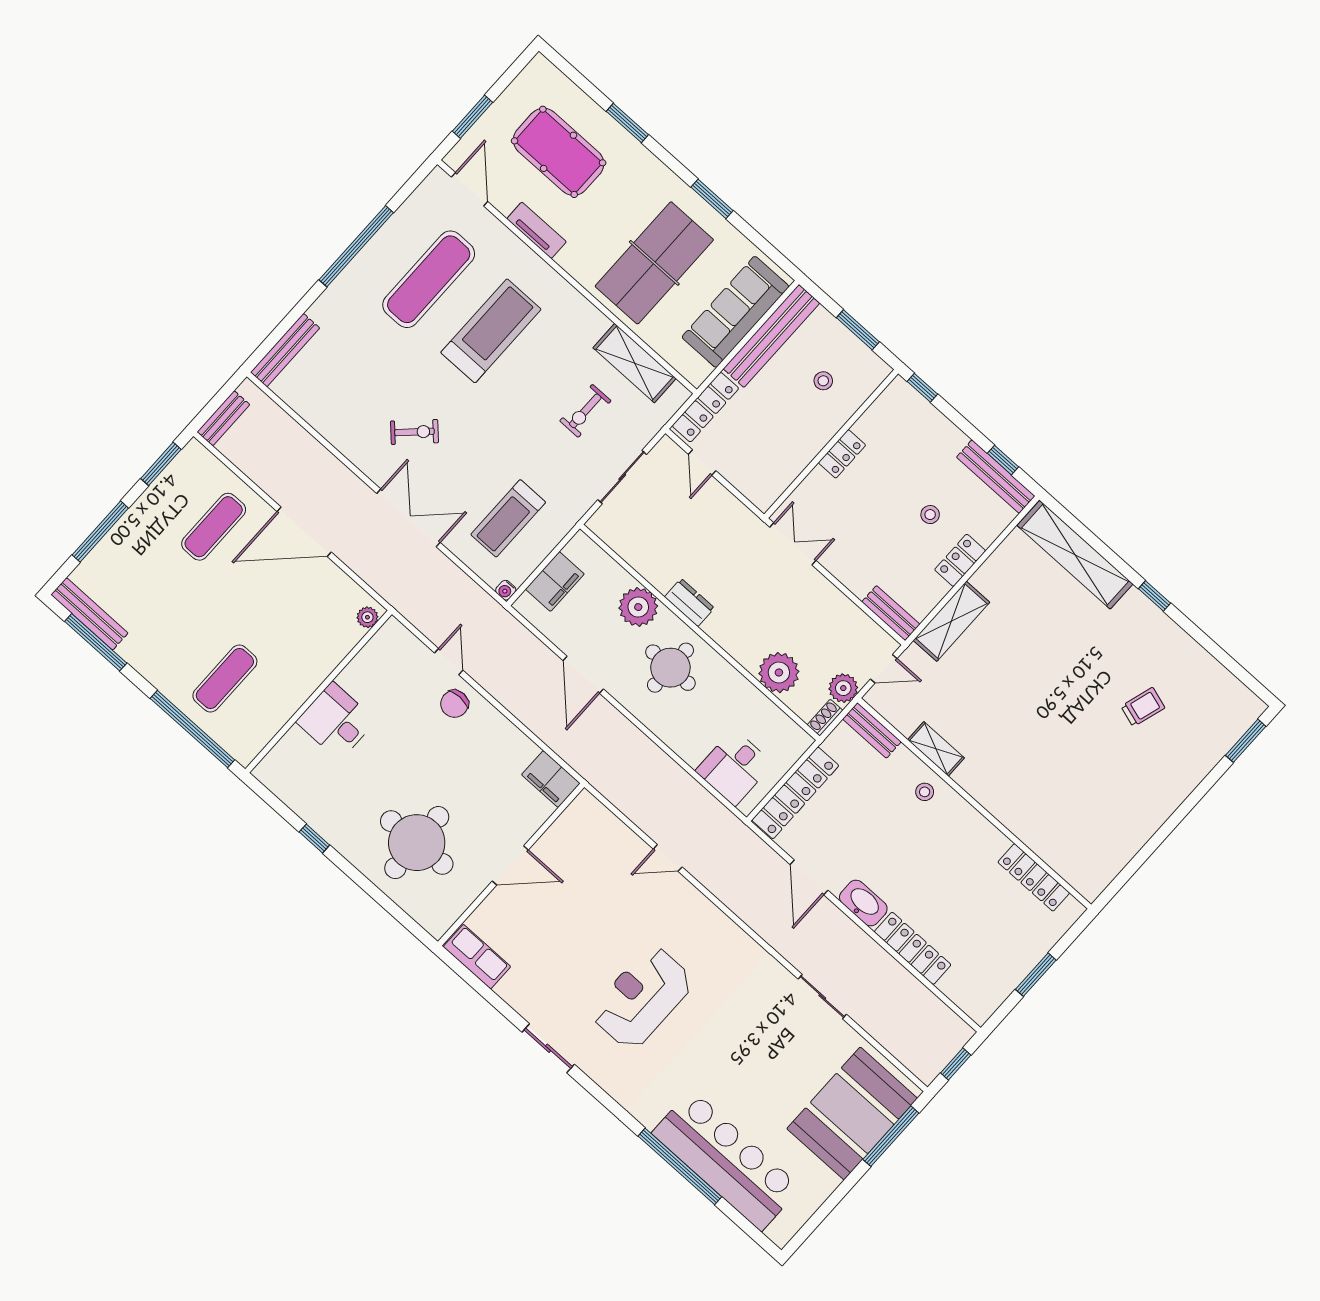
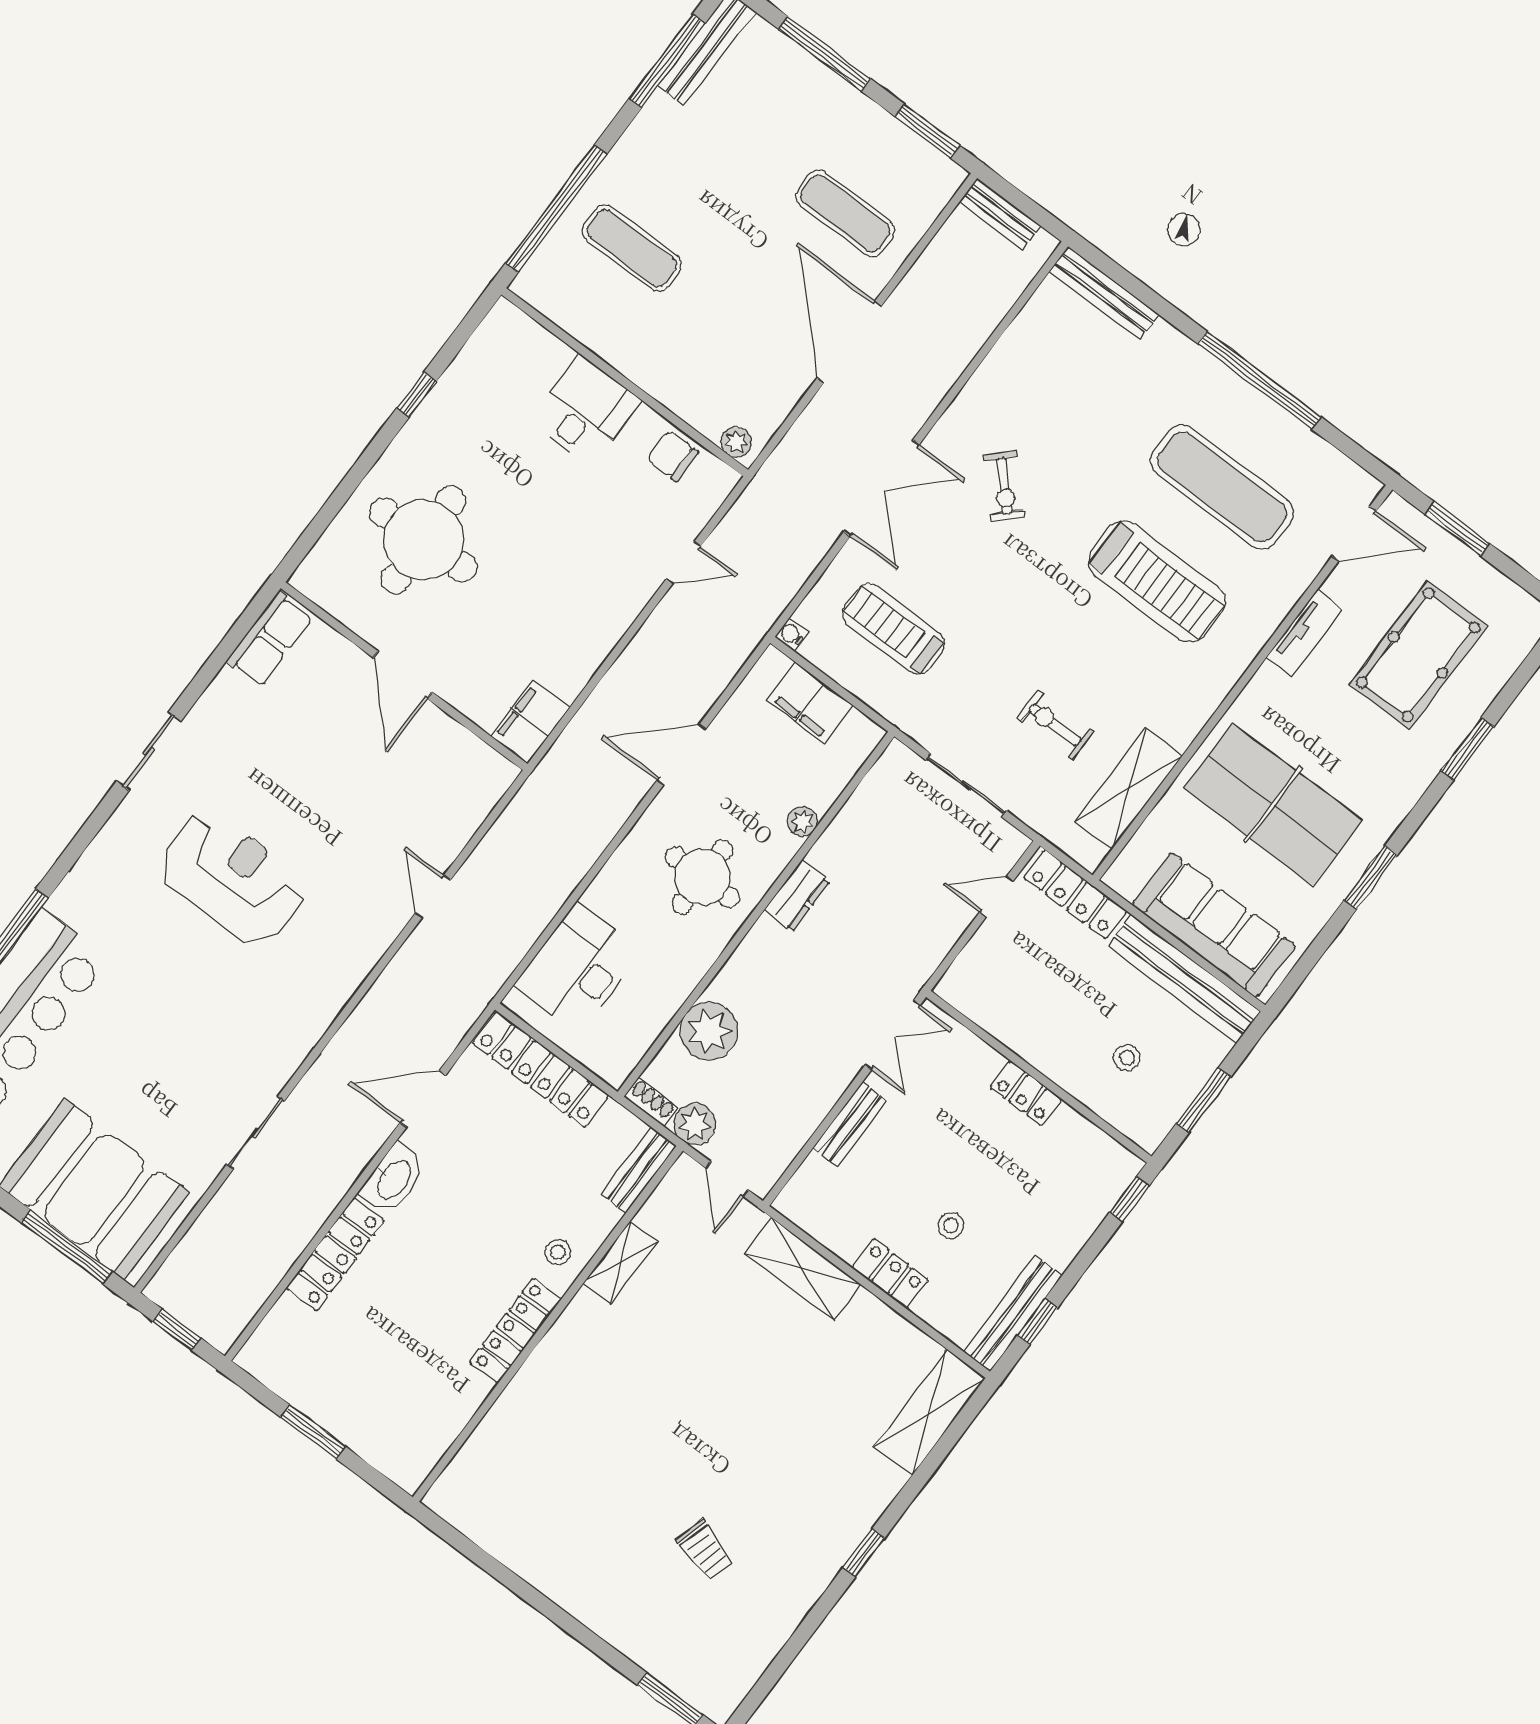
shelving: (1075, 555) -> (929, 1413), width x0.68
plant: (638, 607) -> (802, 821), width x0.53, depth x0.53
bench: (891, 613) -> (850, 1125), moved
chair: (454, 704) -> (673, 456), moved
desk: (734, 767) -> (578, 968), width x1.37
locker: (1034, 877) -> (515, 1331), moved

